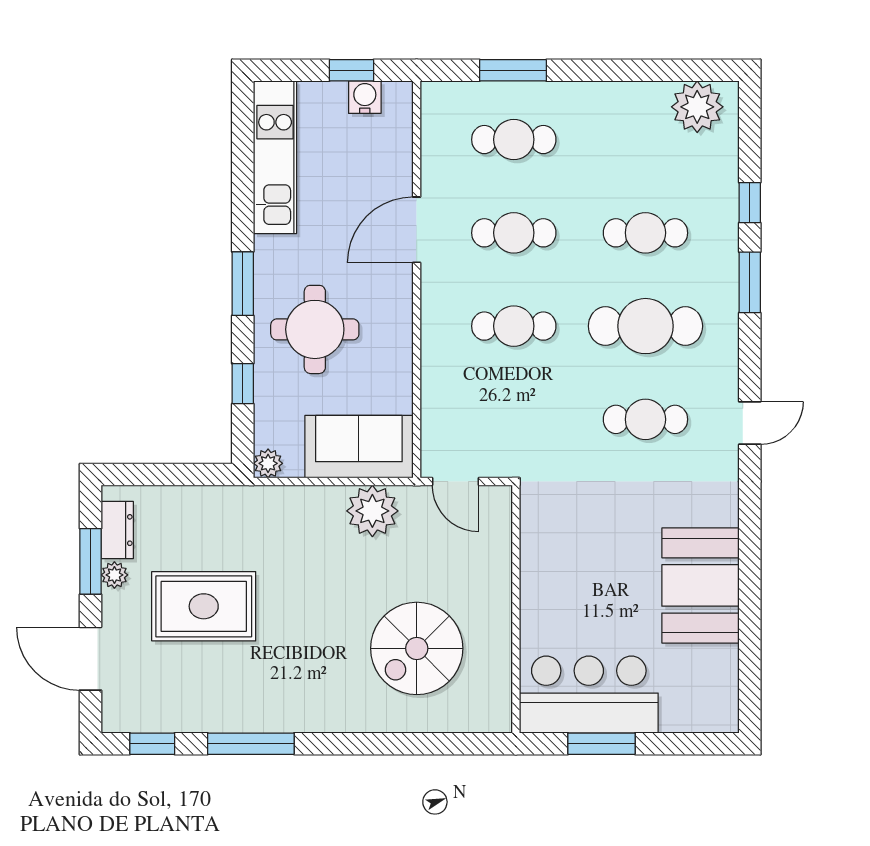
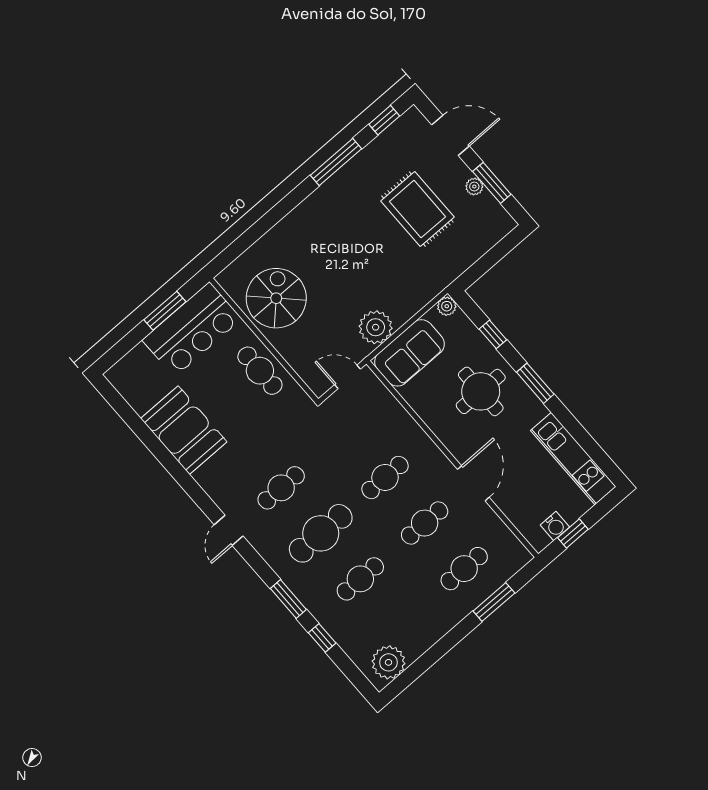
dresser: (117, 530) -> (492, 210), removed
cafe table: (551, 578) -> (260, 371), added
rug: (204, 606) -> (417, 209), turned 90
spiral stairs: (417, 648) -> (276, 298), moved

